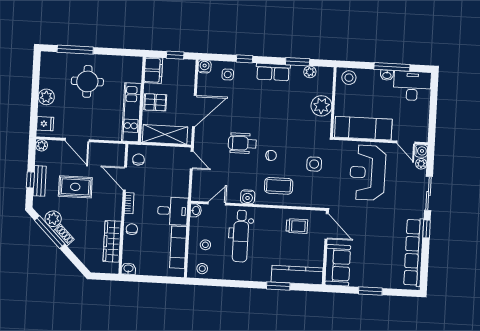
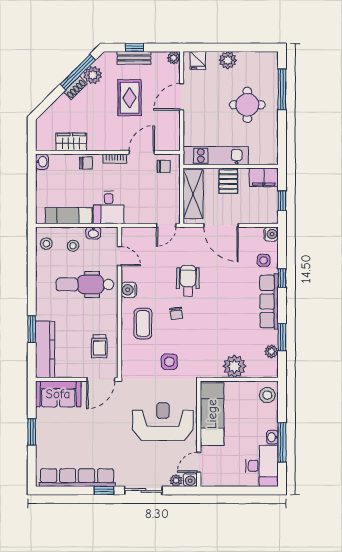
row of seats: (273, 72) -> (269, 302), width x1.48
washbasin: (196, 210) -> (93, 233), moved
wardrobe: (112, 241) -> (71, 142), width x0.67

